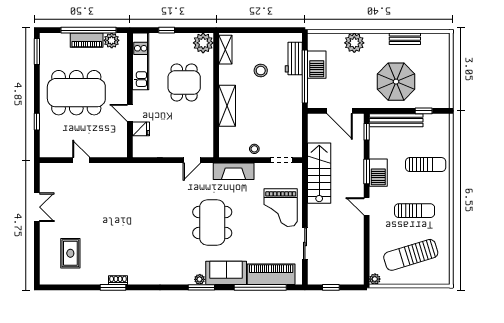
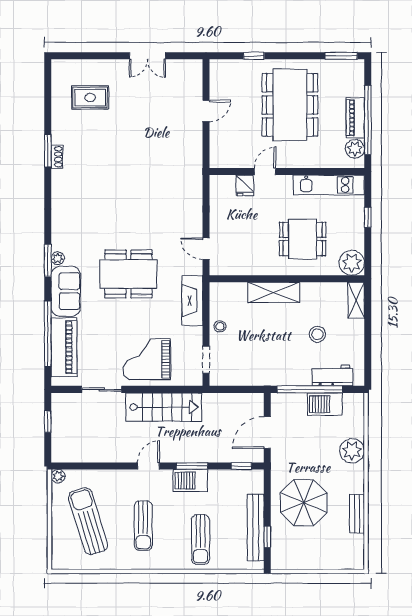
shelving: (225, 50) -> (356, 300), moved, turned 90
bench: (396, 120) -> (256, 528), moved
stairs: (319, 173) -> (164, 407), moved

